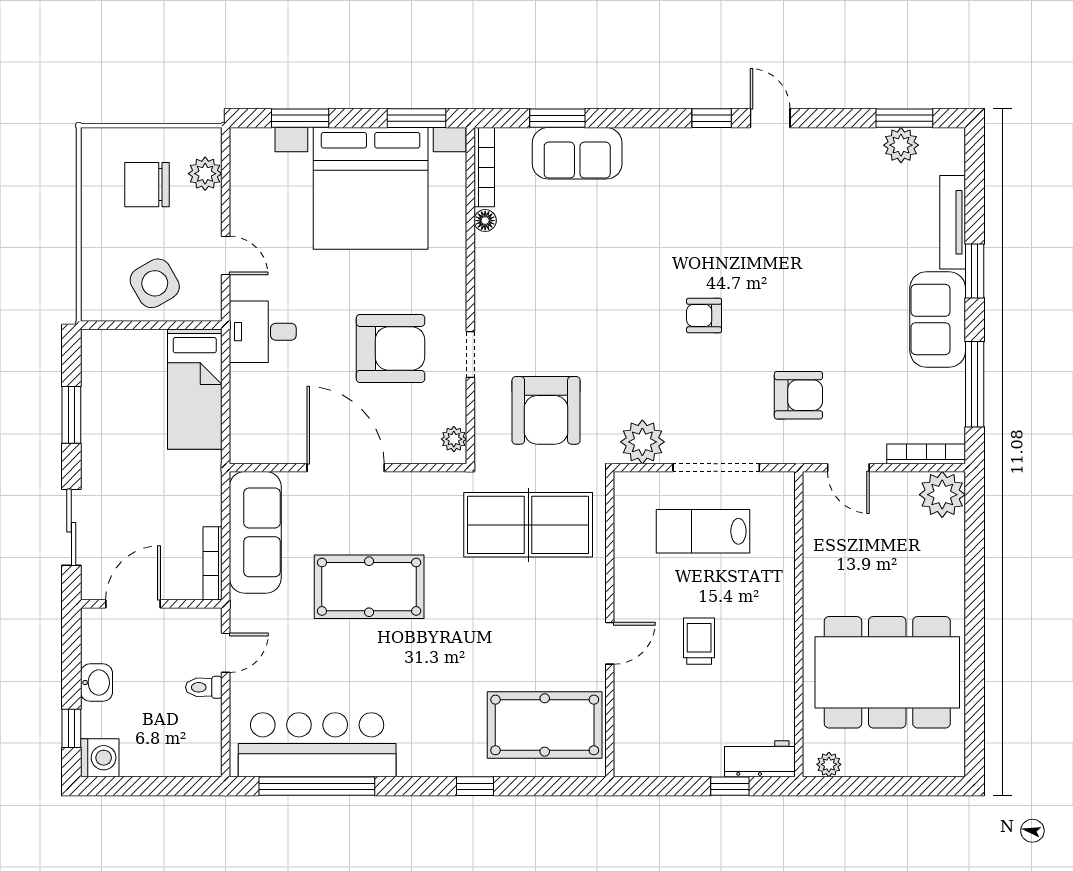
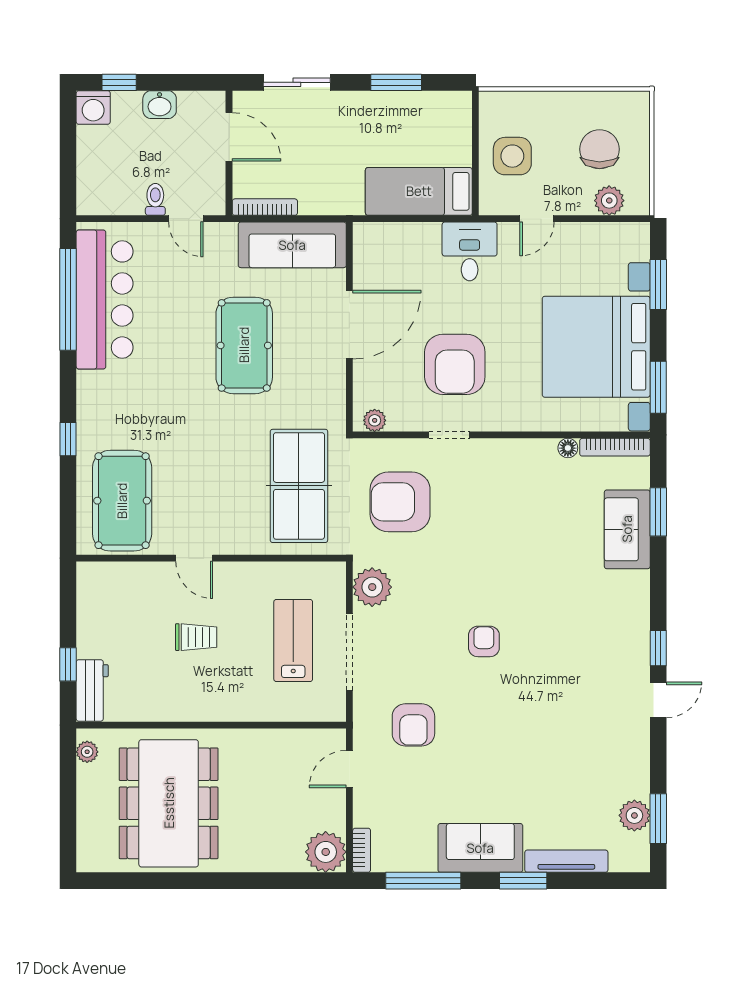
side table: (155, 283) -> (512, 156), turned 30
bookcase: (926, 454) -> (362, 850), width x0.64

